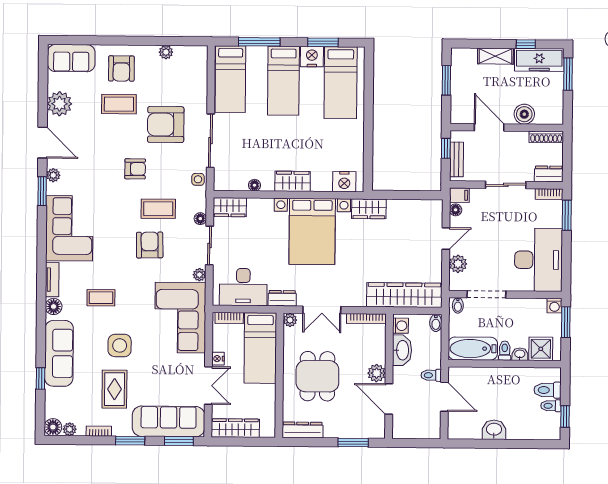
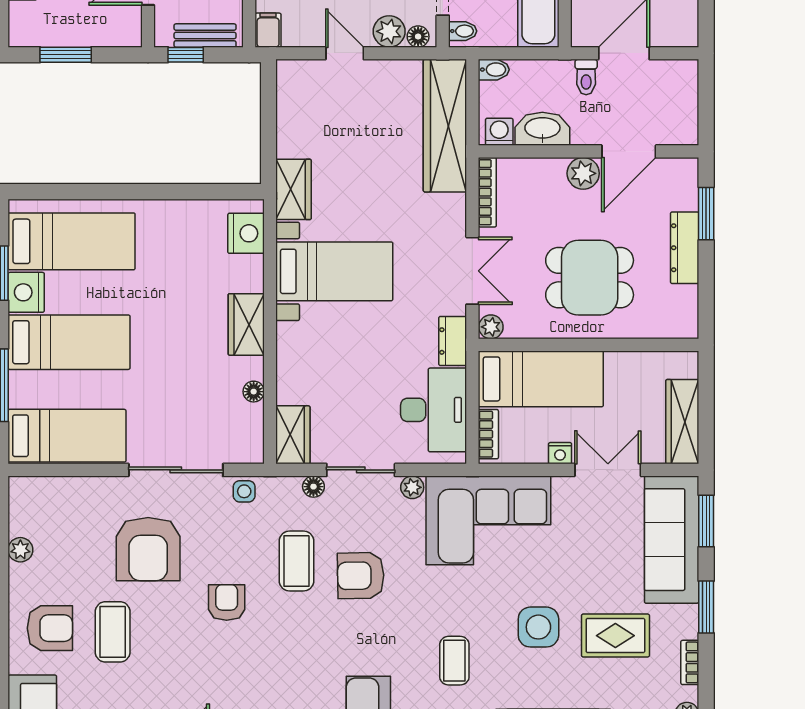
floor lamp: (456, 210) -> (418, 37), moved
bed with nightstands: (312, 231) -> (334, 271), width x0.73
dresser: (303, 430) -> (685, 248), moved

